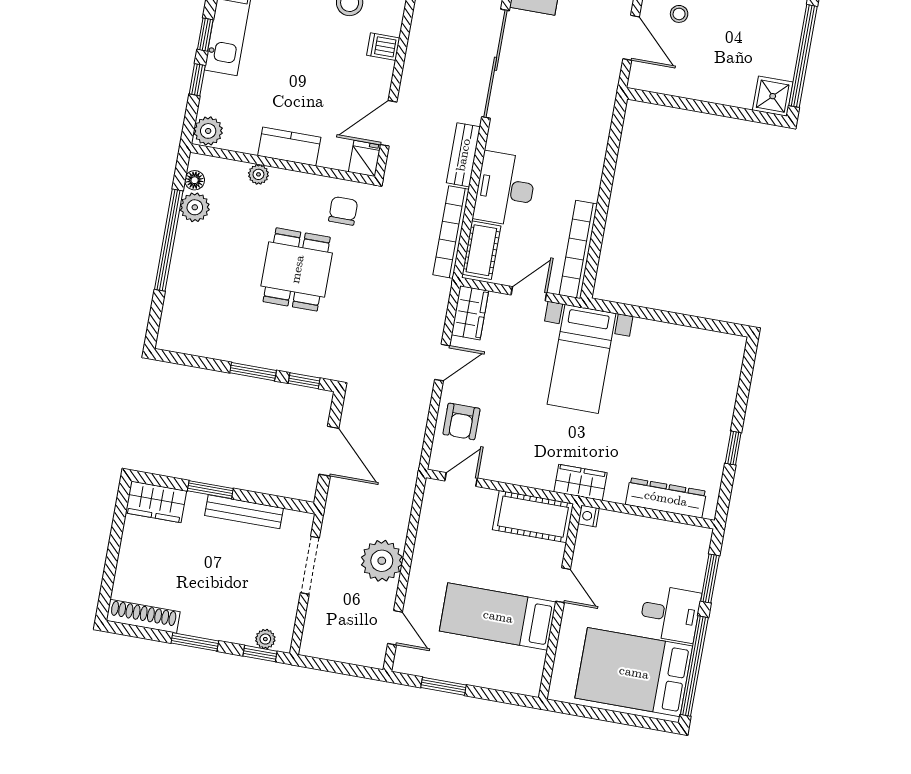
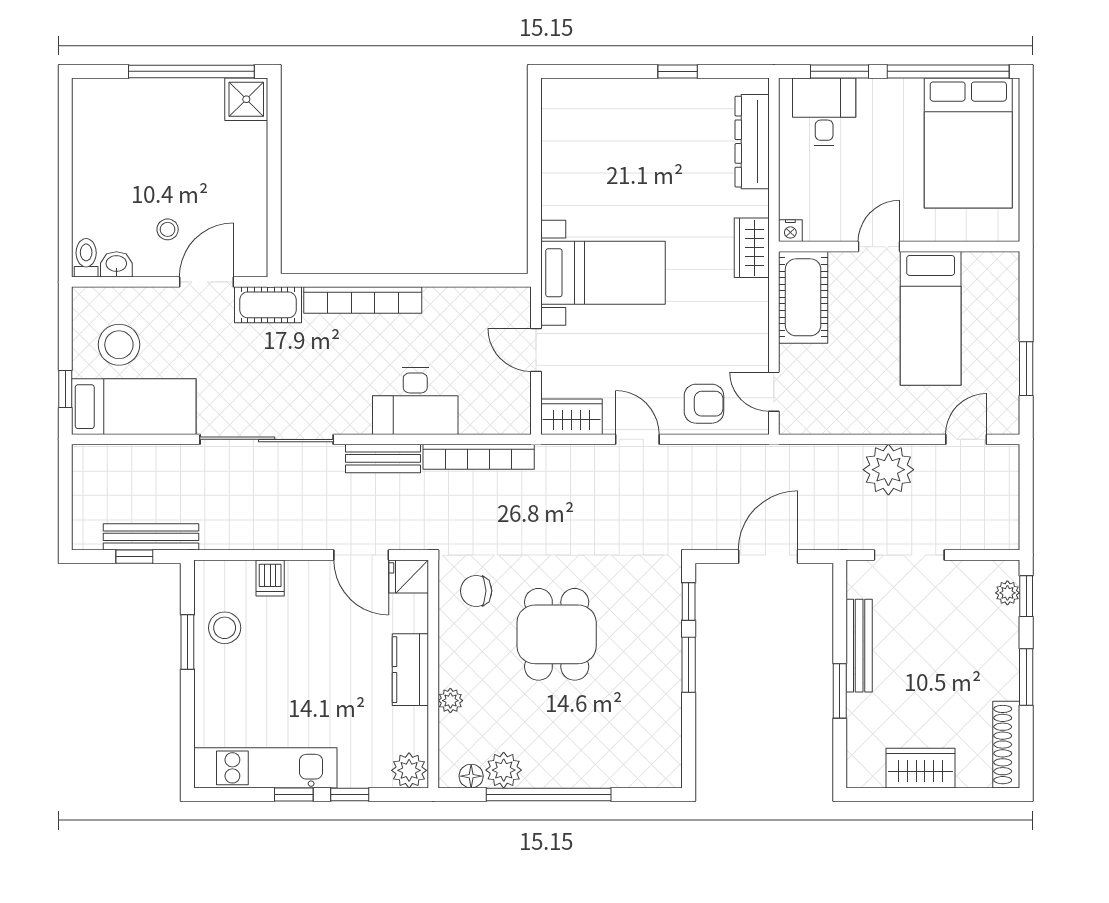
cot: (481, 250) -> (268, 305), moved
bookcase: (578, 250) -> (363, 300), moved
dining table: (297, 269) -> (557, 634), turned 90
wardrobe: (156, 502) -> (920, 768), moved, turned -90
desk: (670, 614) -> (824, 112), moved

